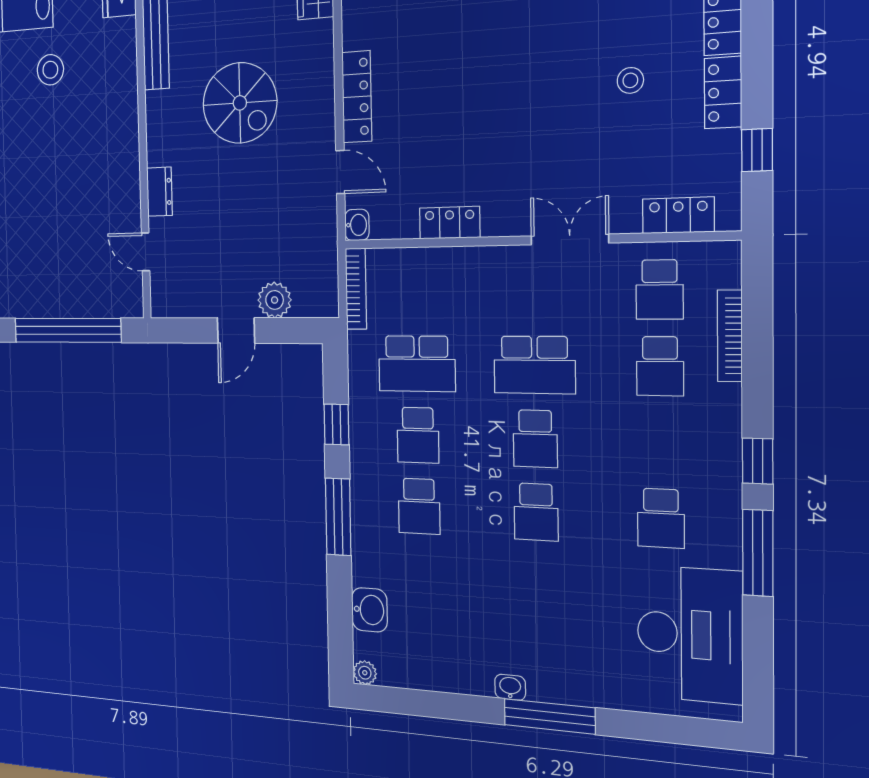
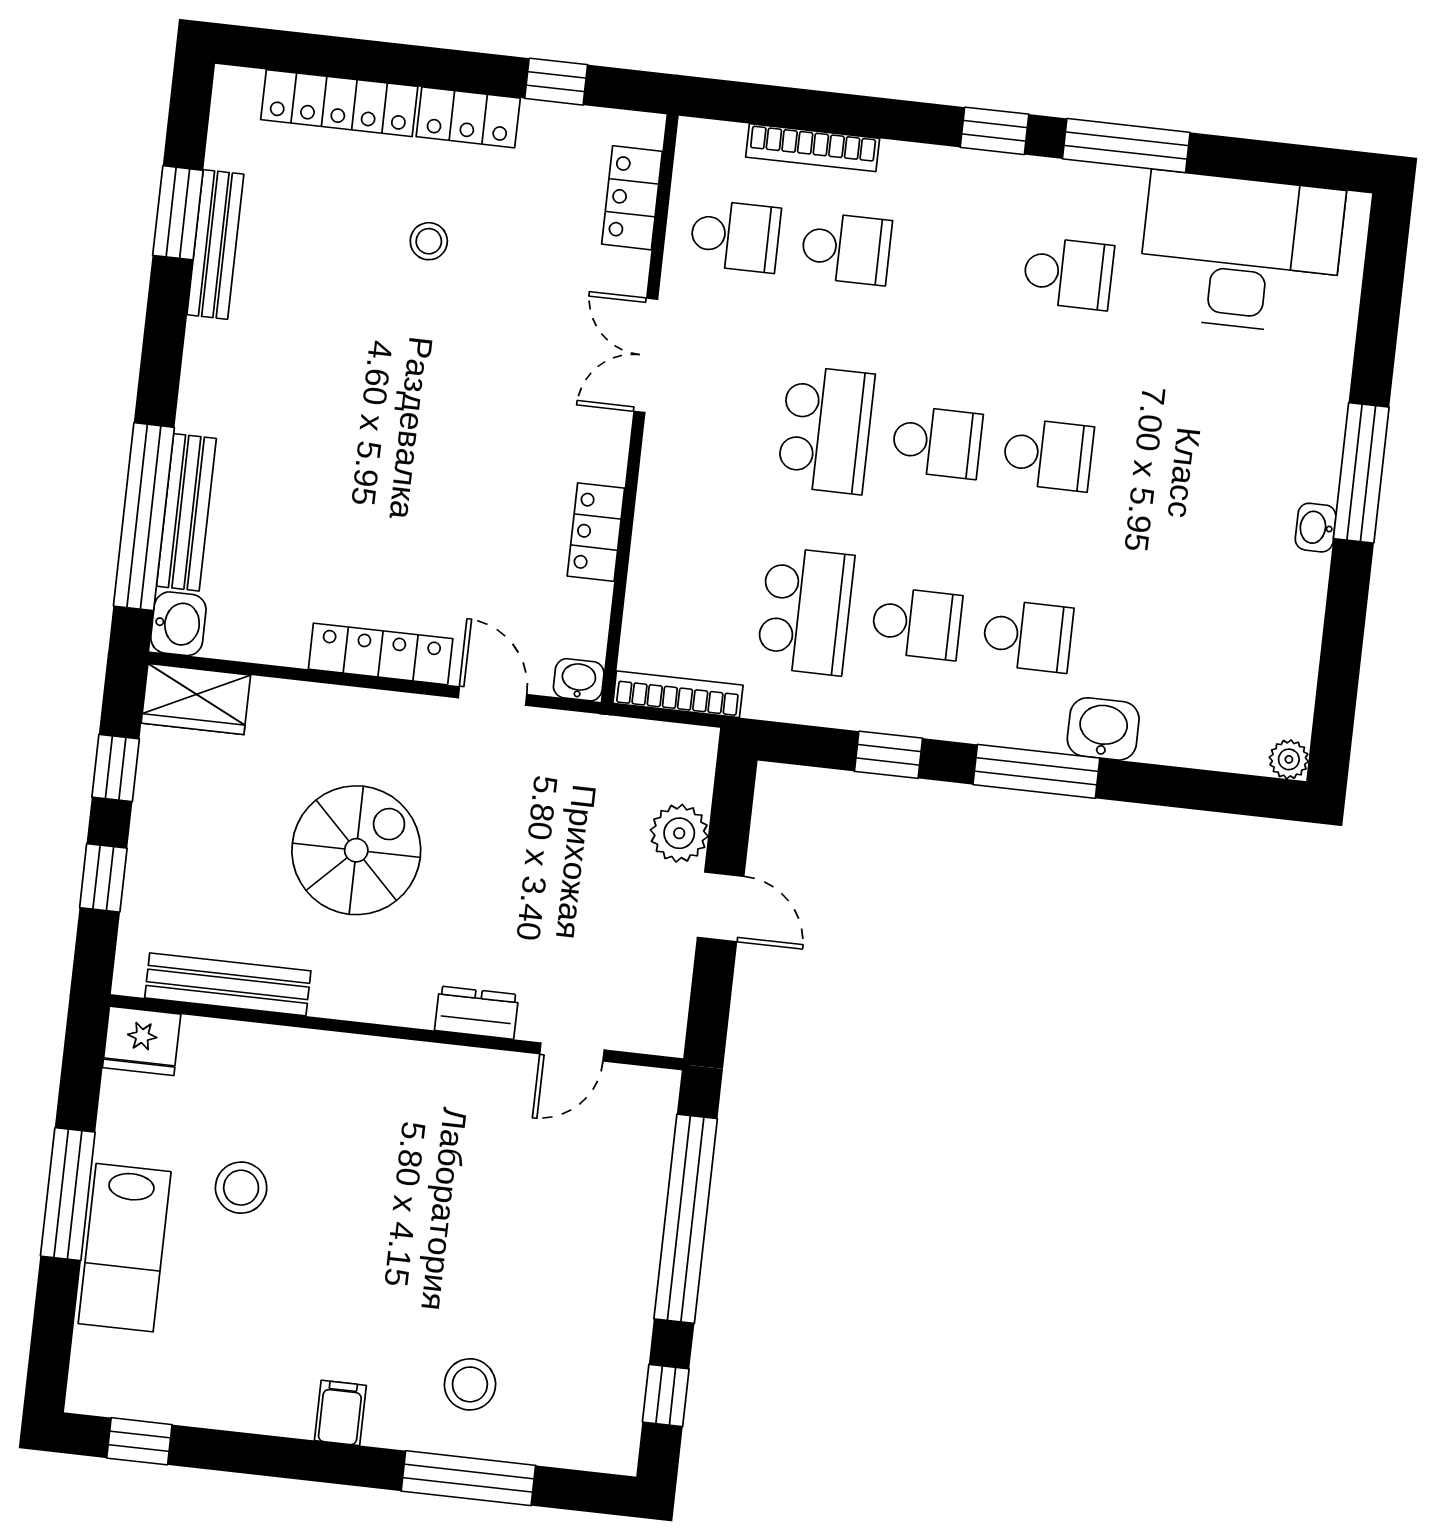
door: (340, 172) -> (492, 696), hinge flipped
washbasin: (369, 610) -> (1103, 729), moved

